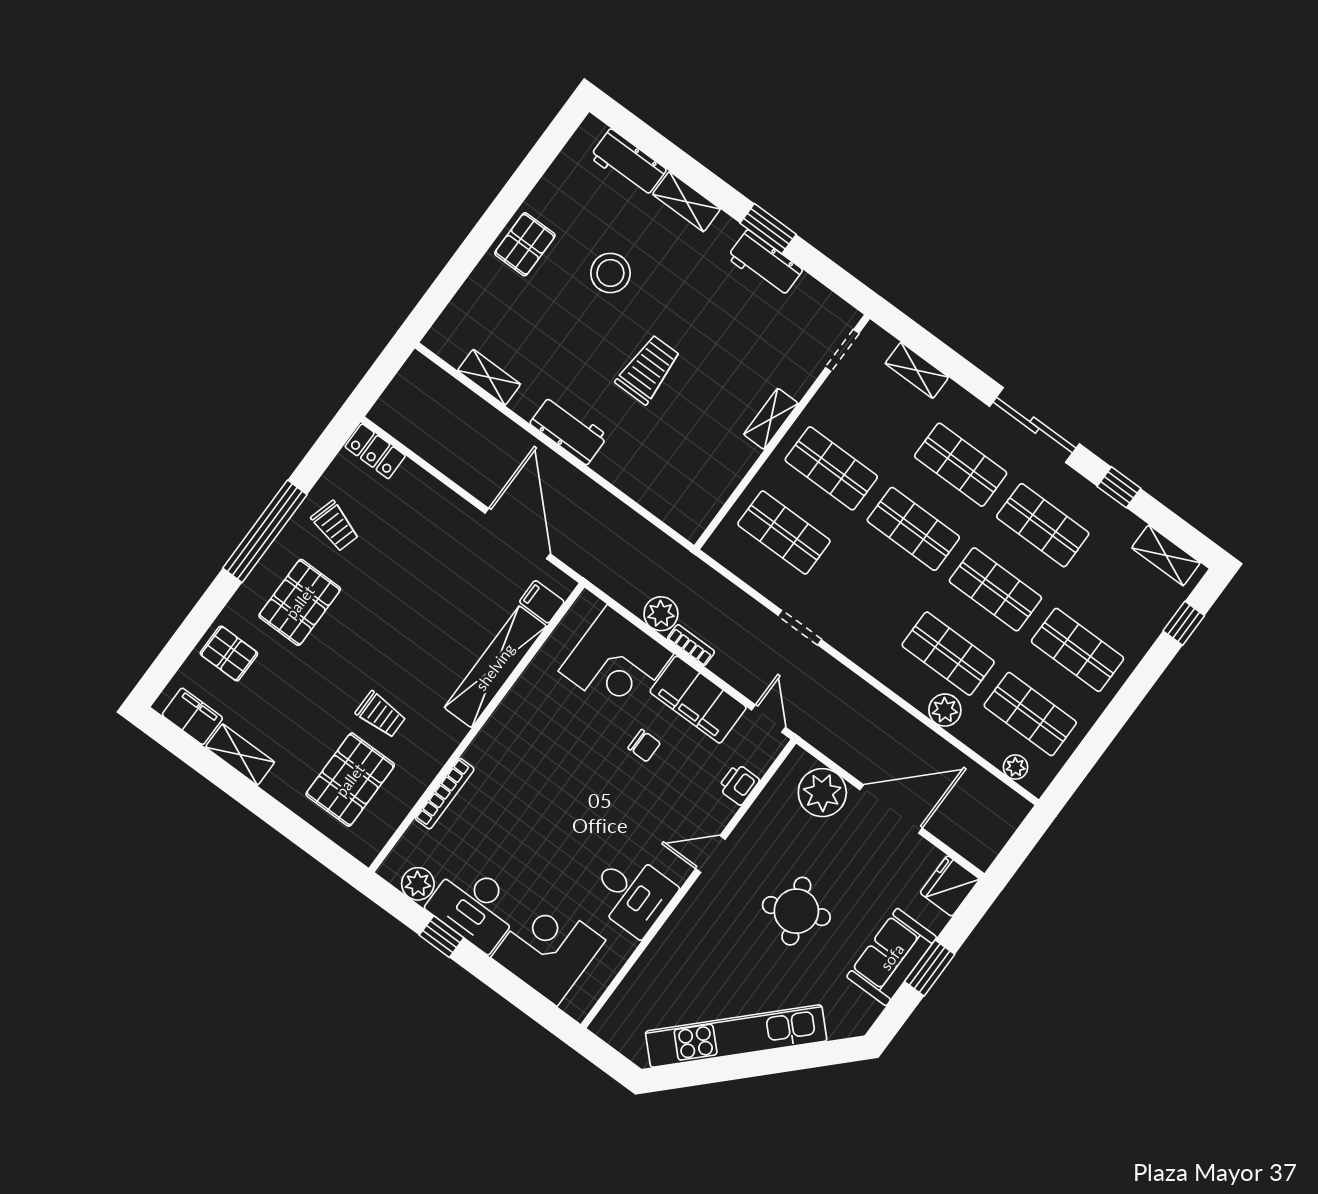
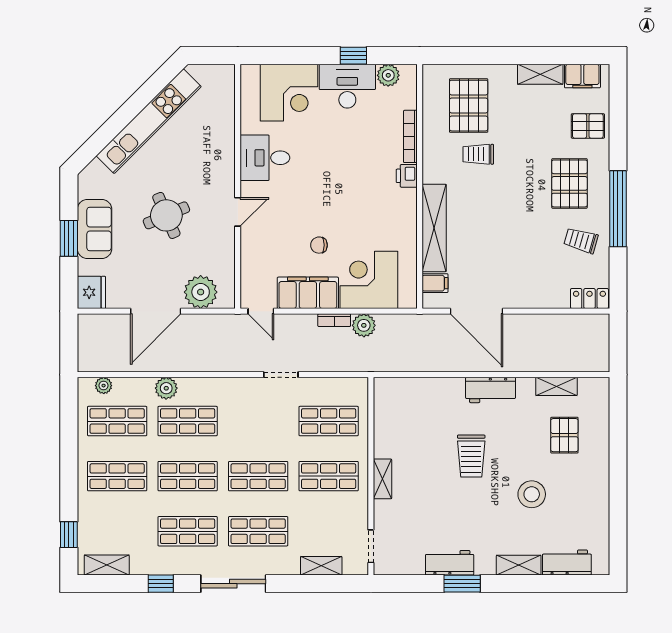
pallet: (525, 244) -> (564, 435), moved
printer: (739, 784) -> (407, 176), moved, turned 180

